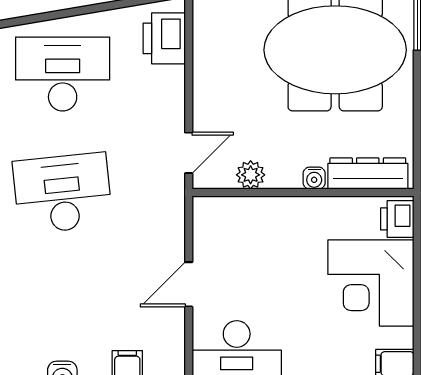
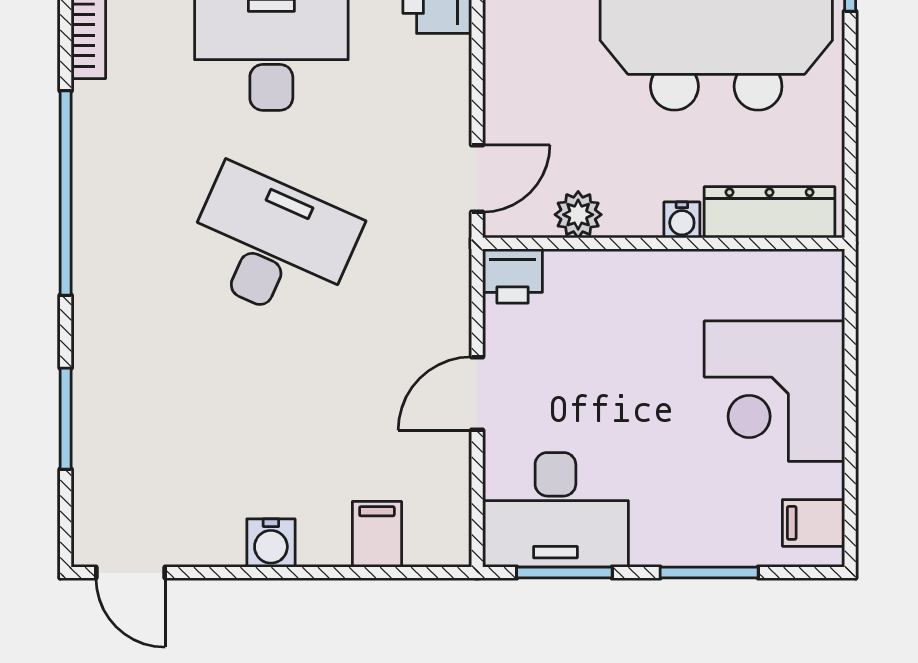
desk: (63, 193) -> (271, 245), turned 30
printer: (397, 219) -> (512, 276), moved, turned -90

